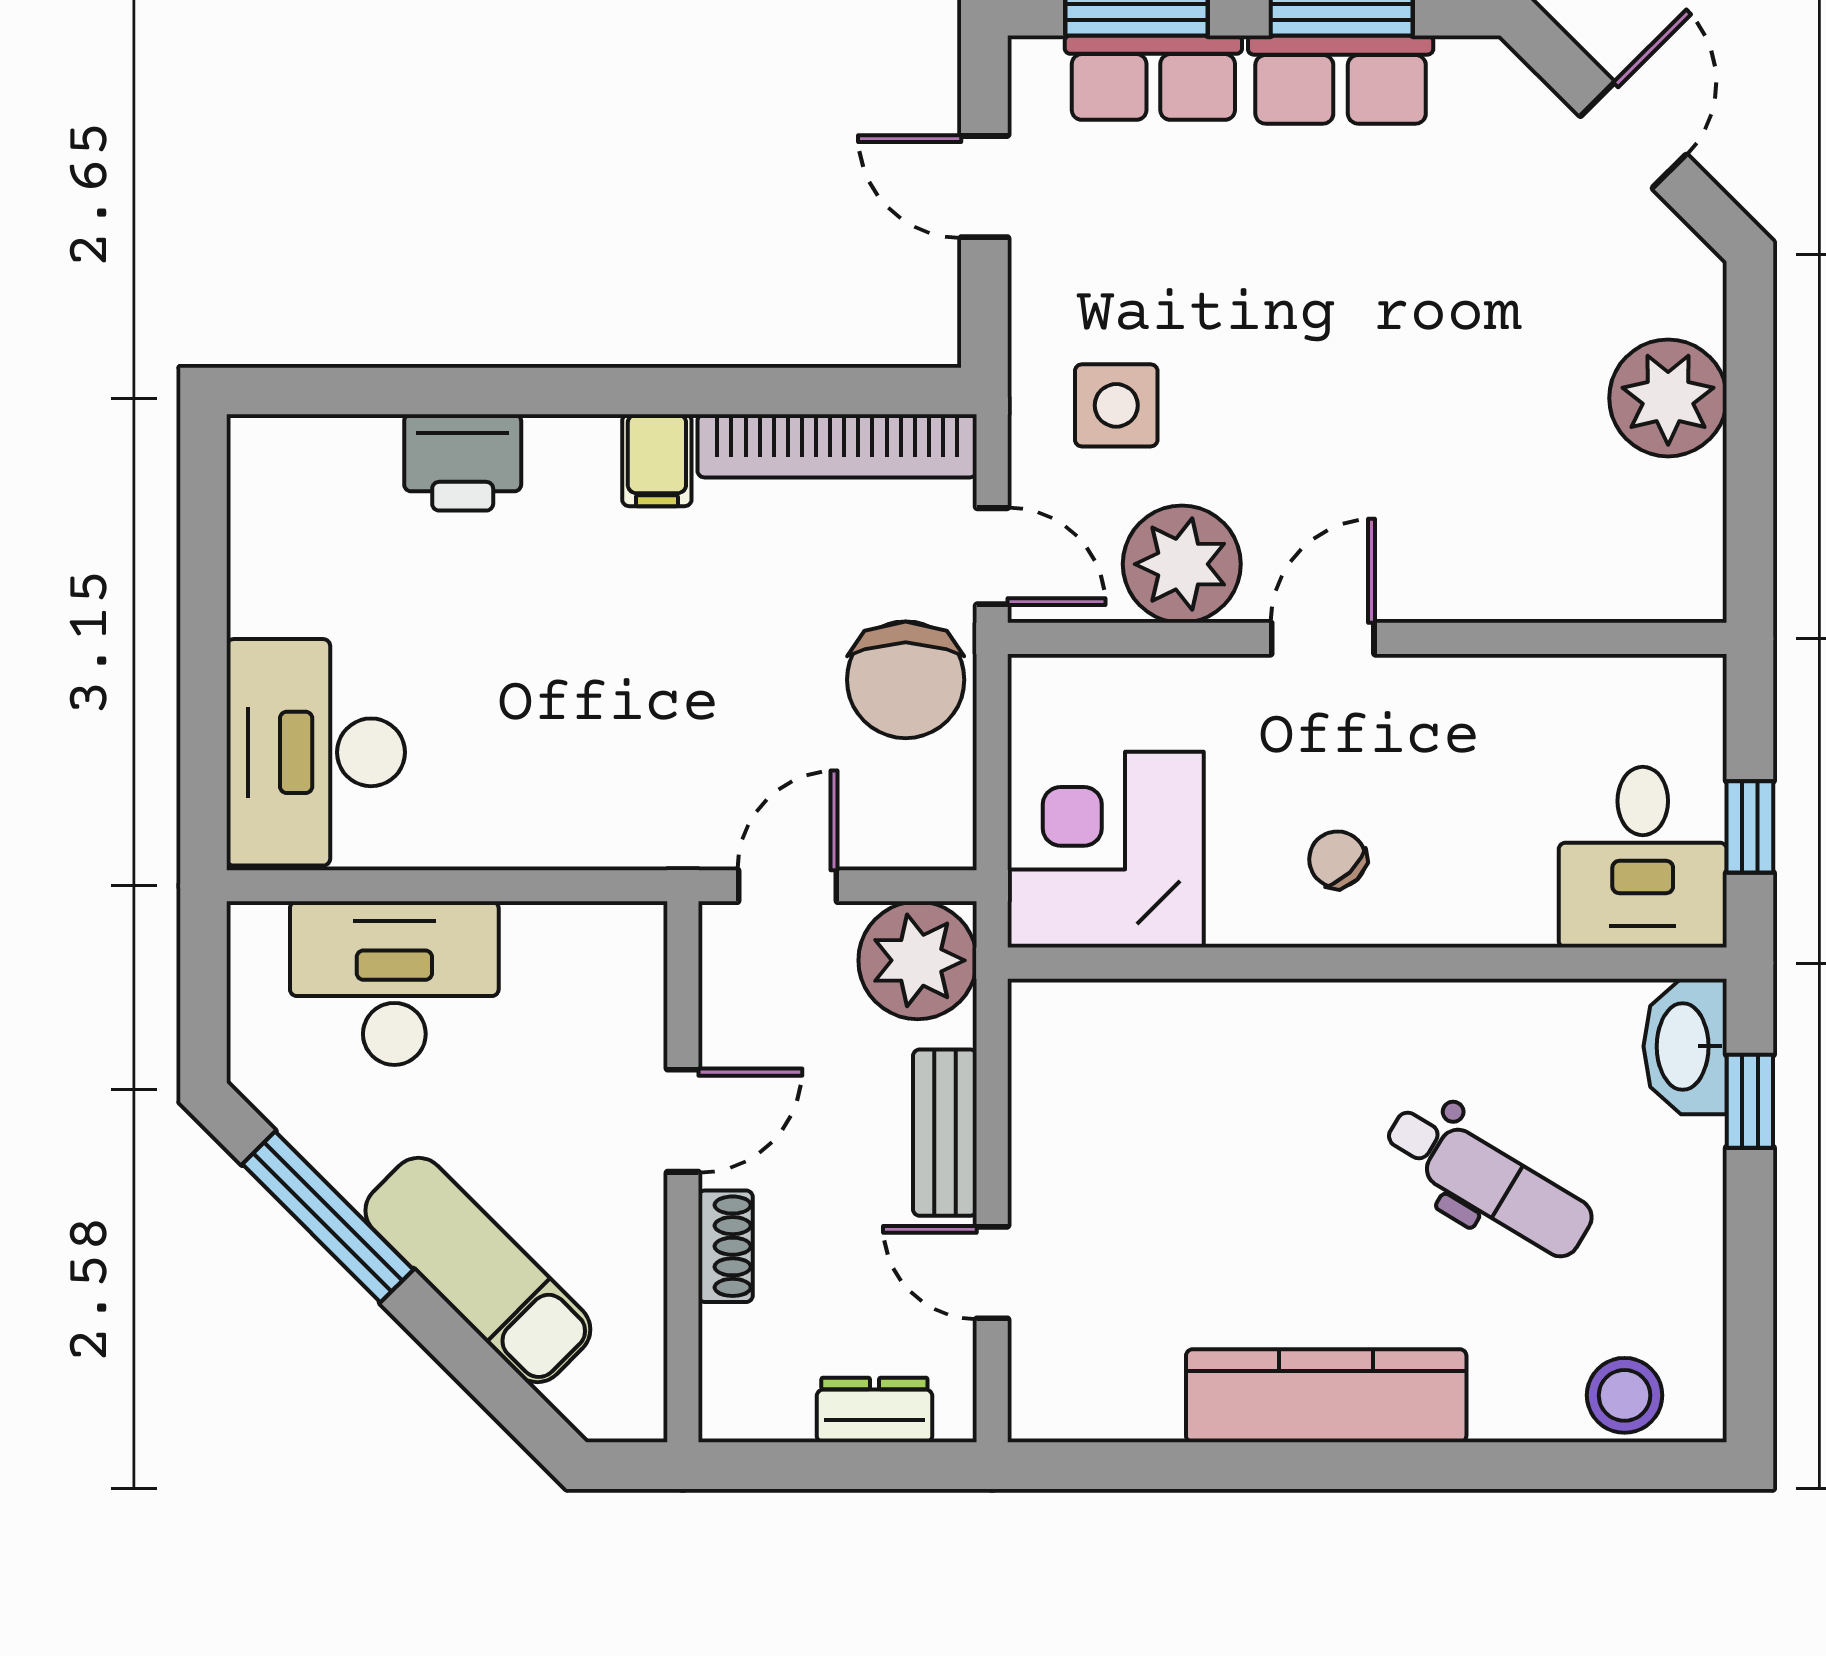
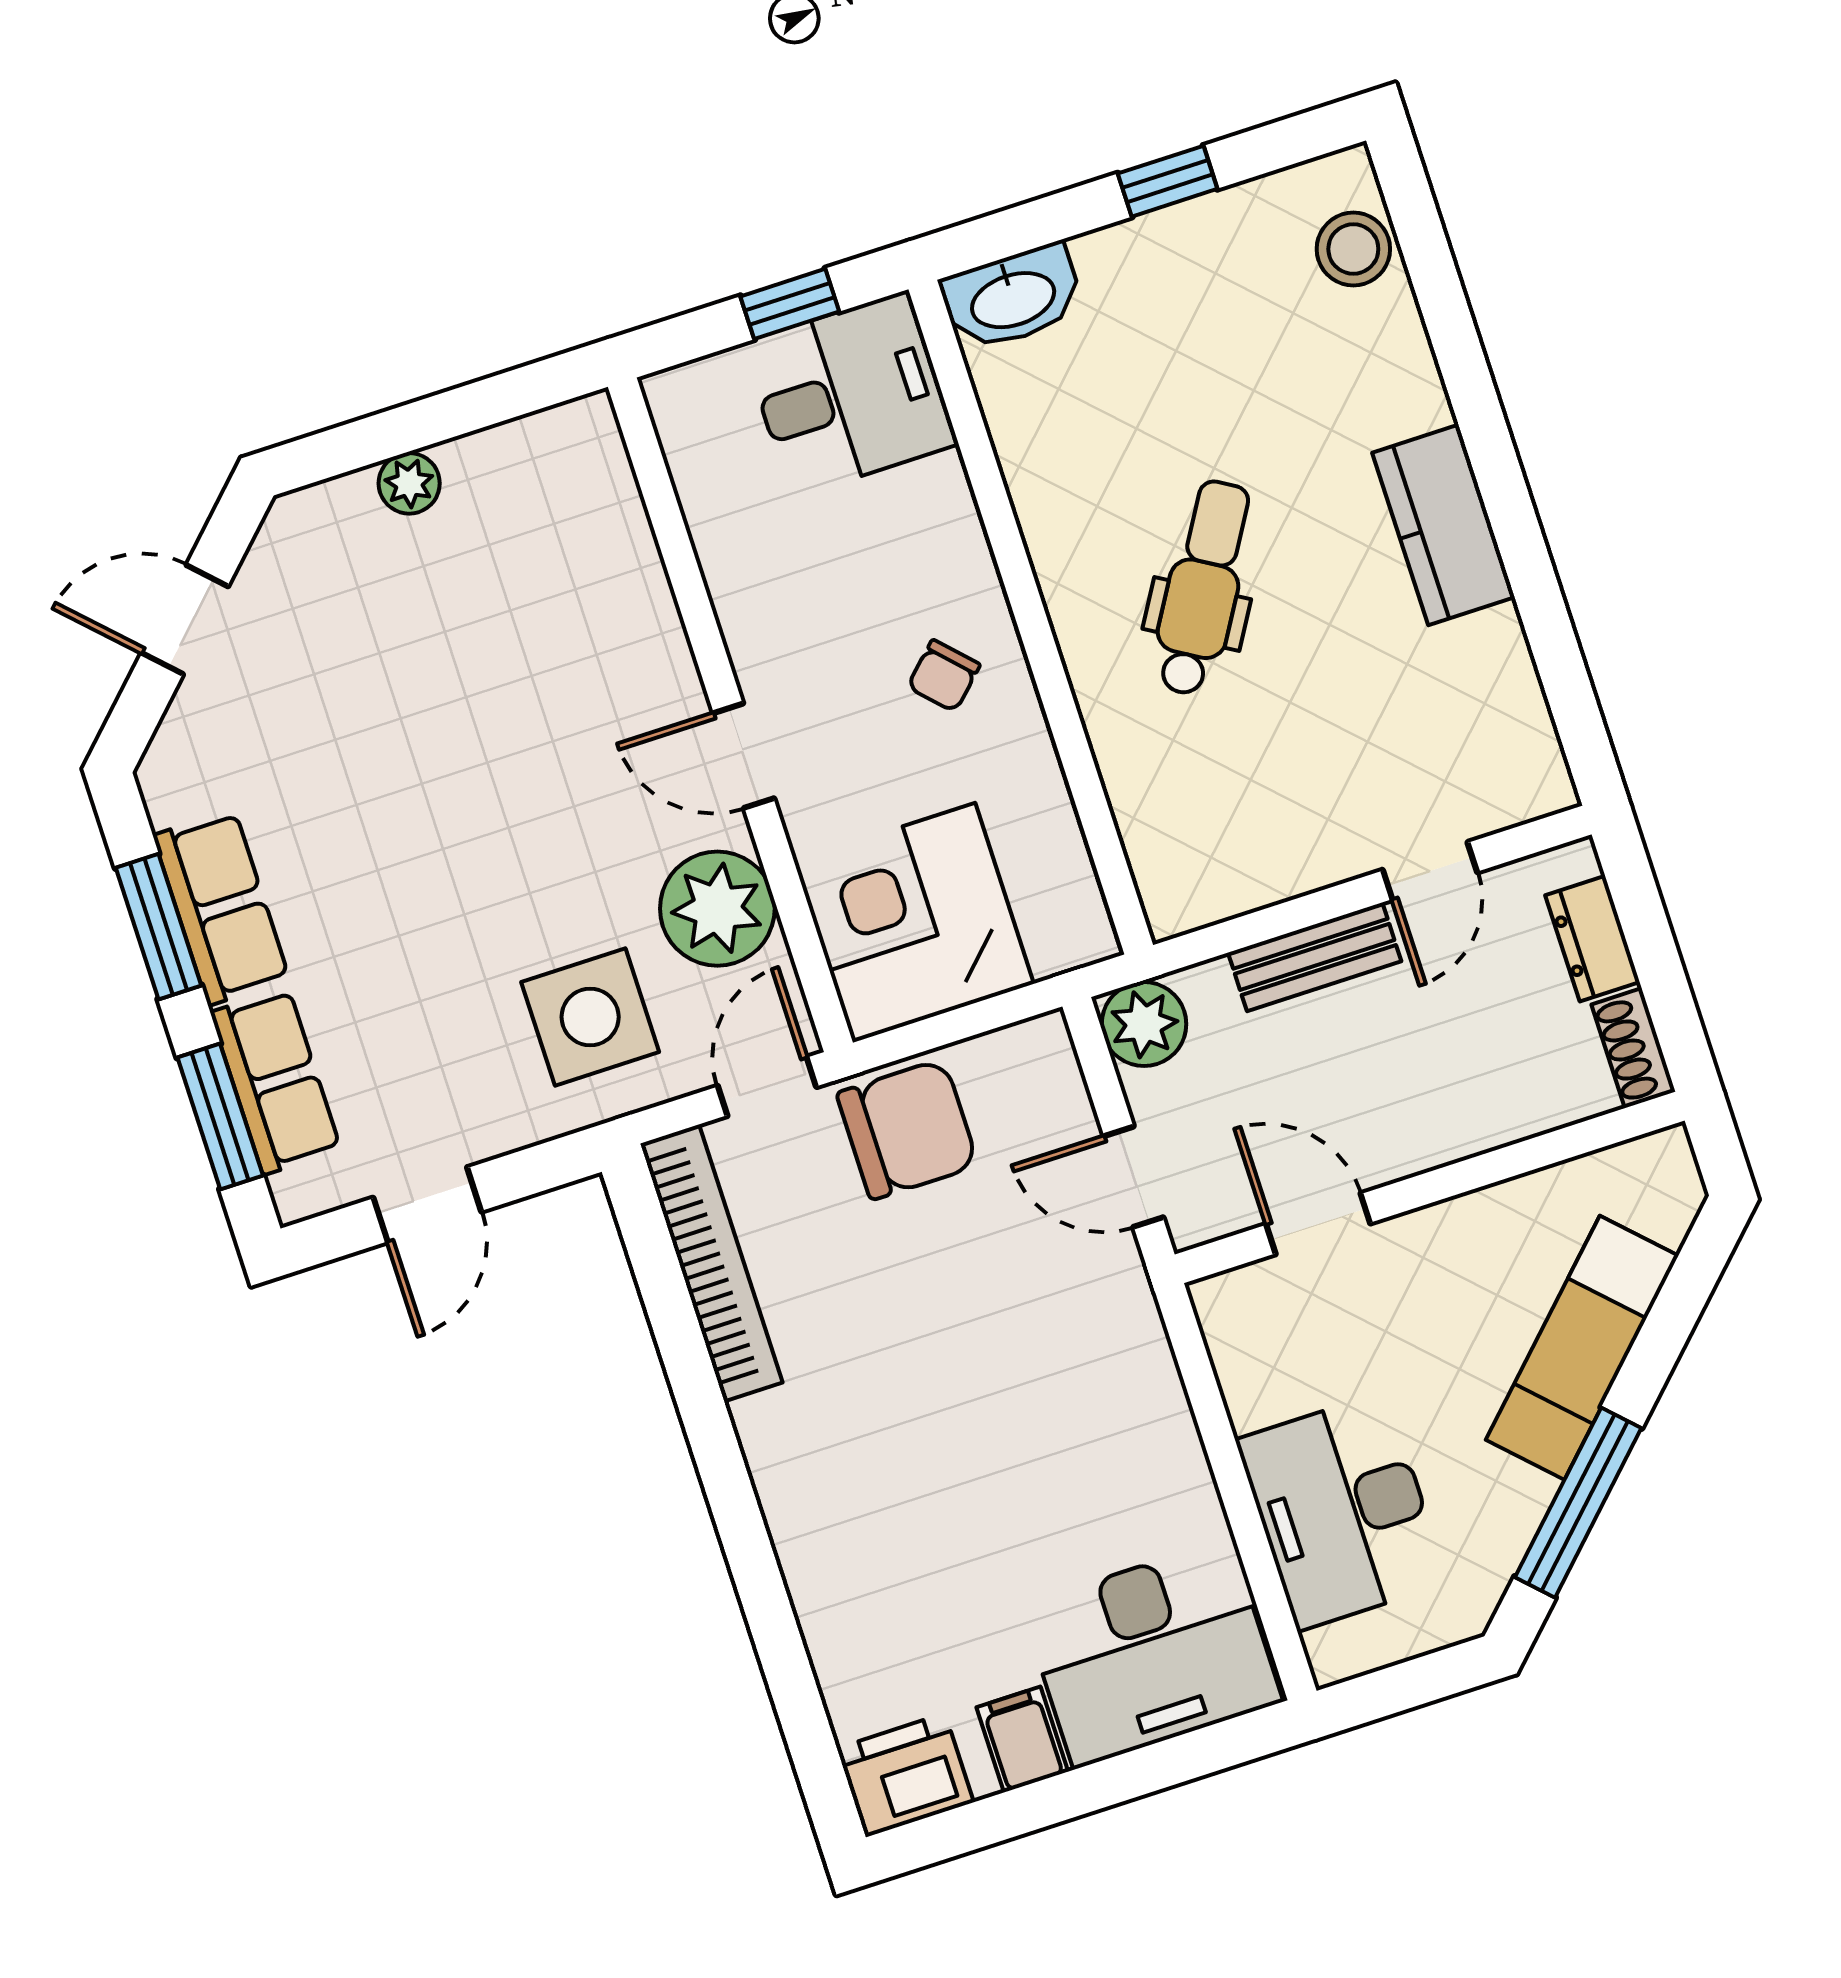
plant: (1668, 398) -> (409, 483), width x0.53, depth x0.53
side table: (1116, 405) -> (590, 1017), width x1.37, depth x1.37
filing cabinet: (657, 460) -> (1022, 1739), moved, turned -90
printer: (463, 462) -> (905, 1775), moved, turned -90
corner desk: (1106, 850) -> (914, 923), moved, turned 90
plant: (918, 960) -> (1144, 1024), width x0.73, depth x0.73
window: (1750, 1101) -> (1168, 181), moved
door: (683, 1121) -> (1318, 1224), moved
dental chair: (1489, 1181) -> (1203, 588), moved
shoe rack: (726, 1246) -> (1633, 1048), moved, turned -90
kitchen counter: (1326, 1396) -> (1443, 525), width x0.67

